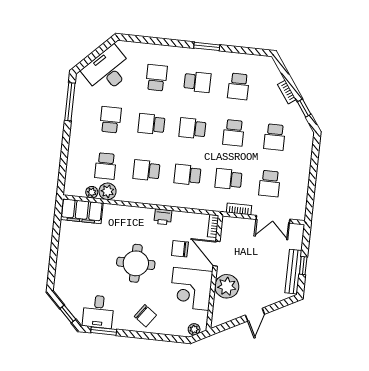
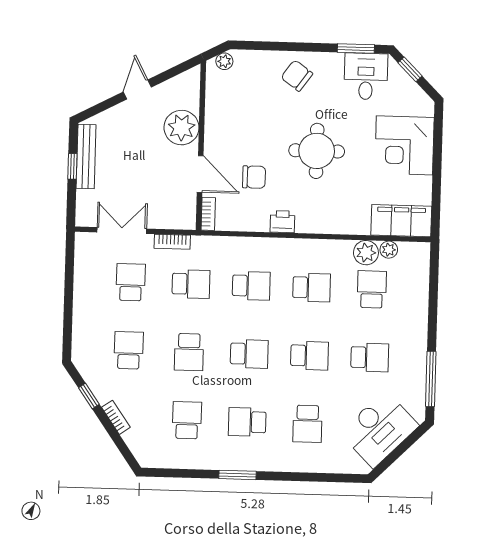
school desk: (110, 120) -> (370, 357), turned -90
school desk: (233, 133) -> (189, 352), turned 180
corner desk: (191, 289) -> (404, 145), moved, turned 180

